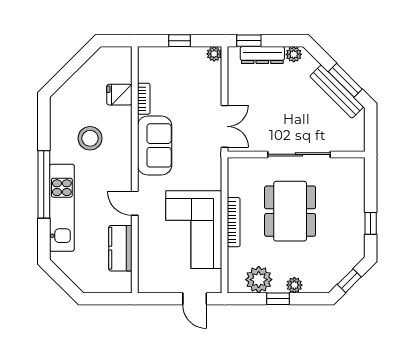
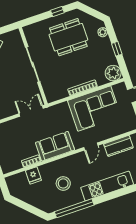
window: (44, 184) -> (74, 208), moved
dining table: (290, 211) -> (68, 37), moved
plant: (259, 280) -> (113, 73), moved
window: (349, 281) -> (93, 13), removed
plant: (294, 285) -> (103, 32), moved

